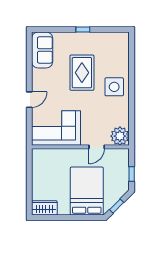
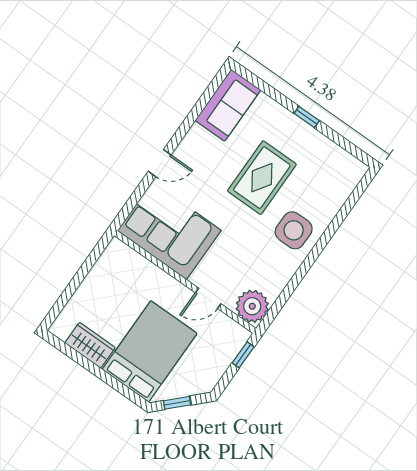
window: (132, 174) -> (243, 355), moved
wardrobe: (44, 208) -> (90, 345), moved

